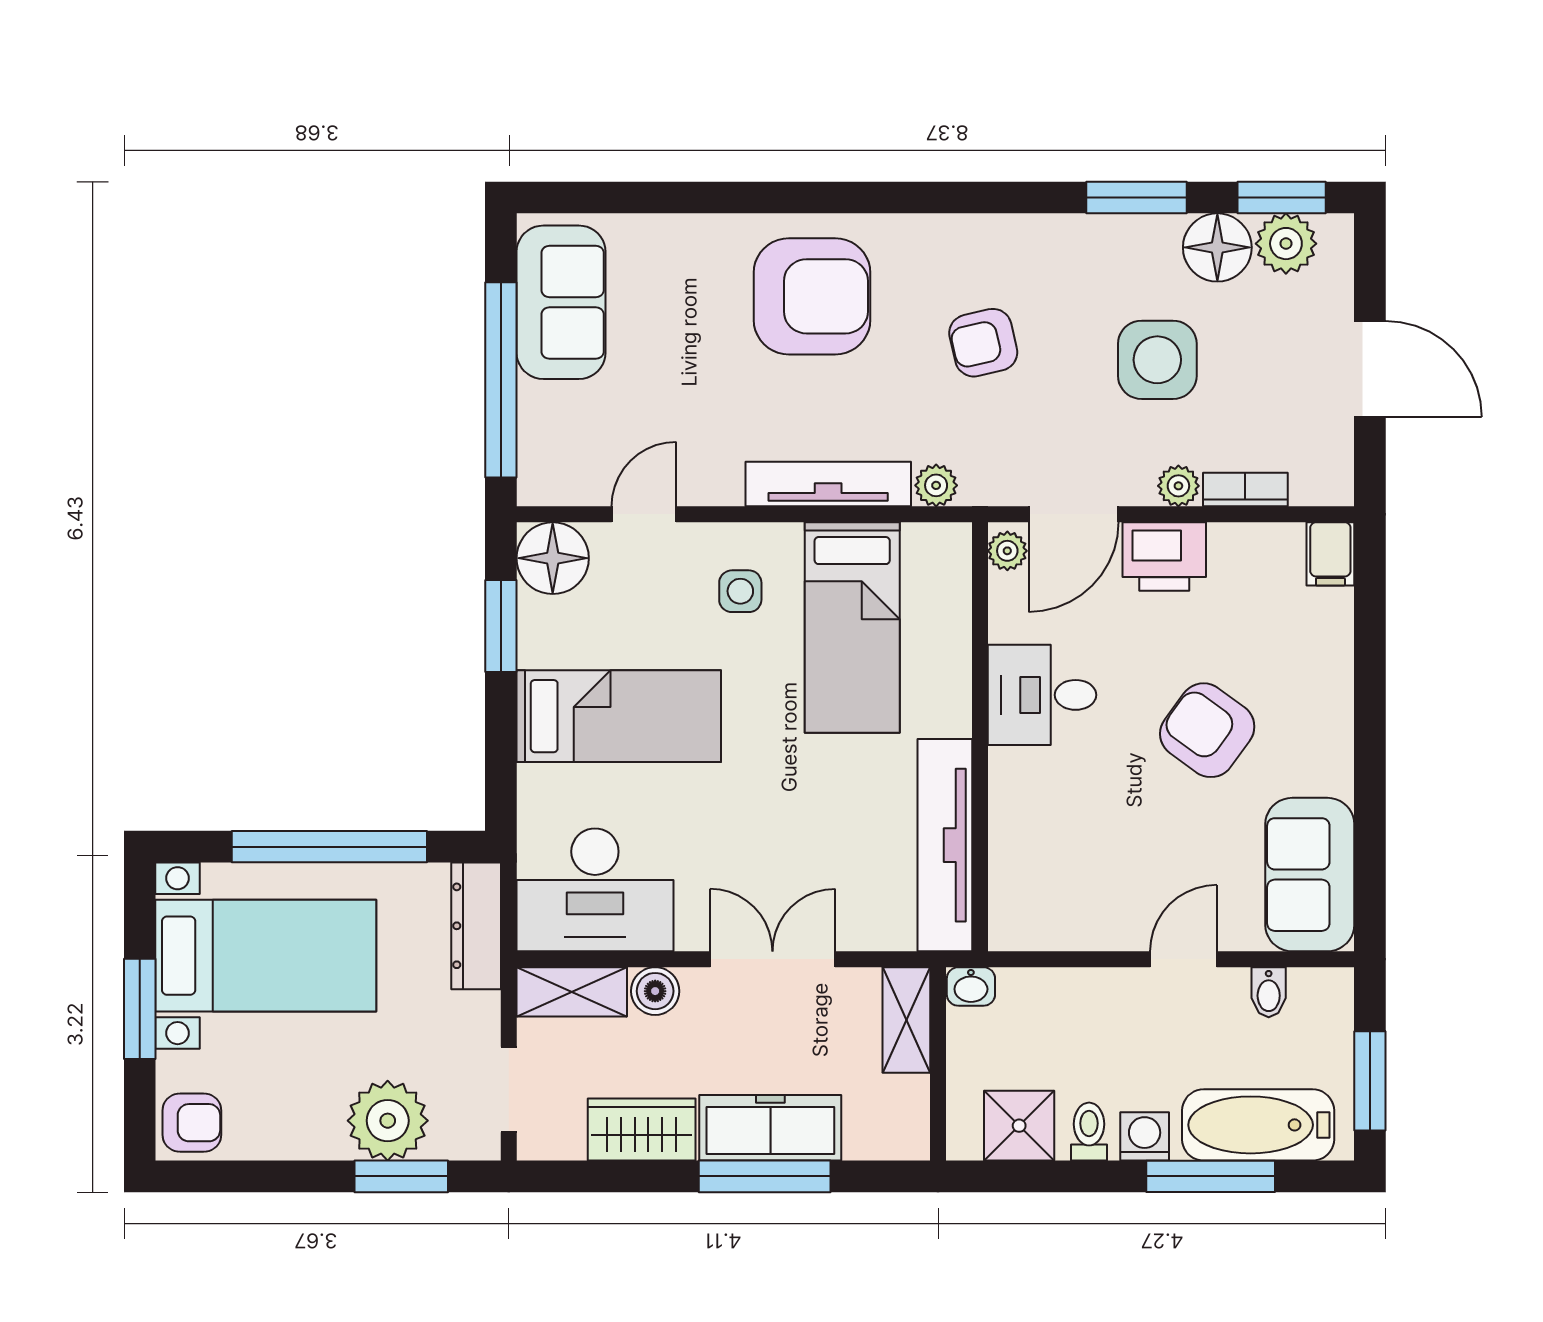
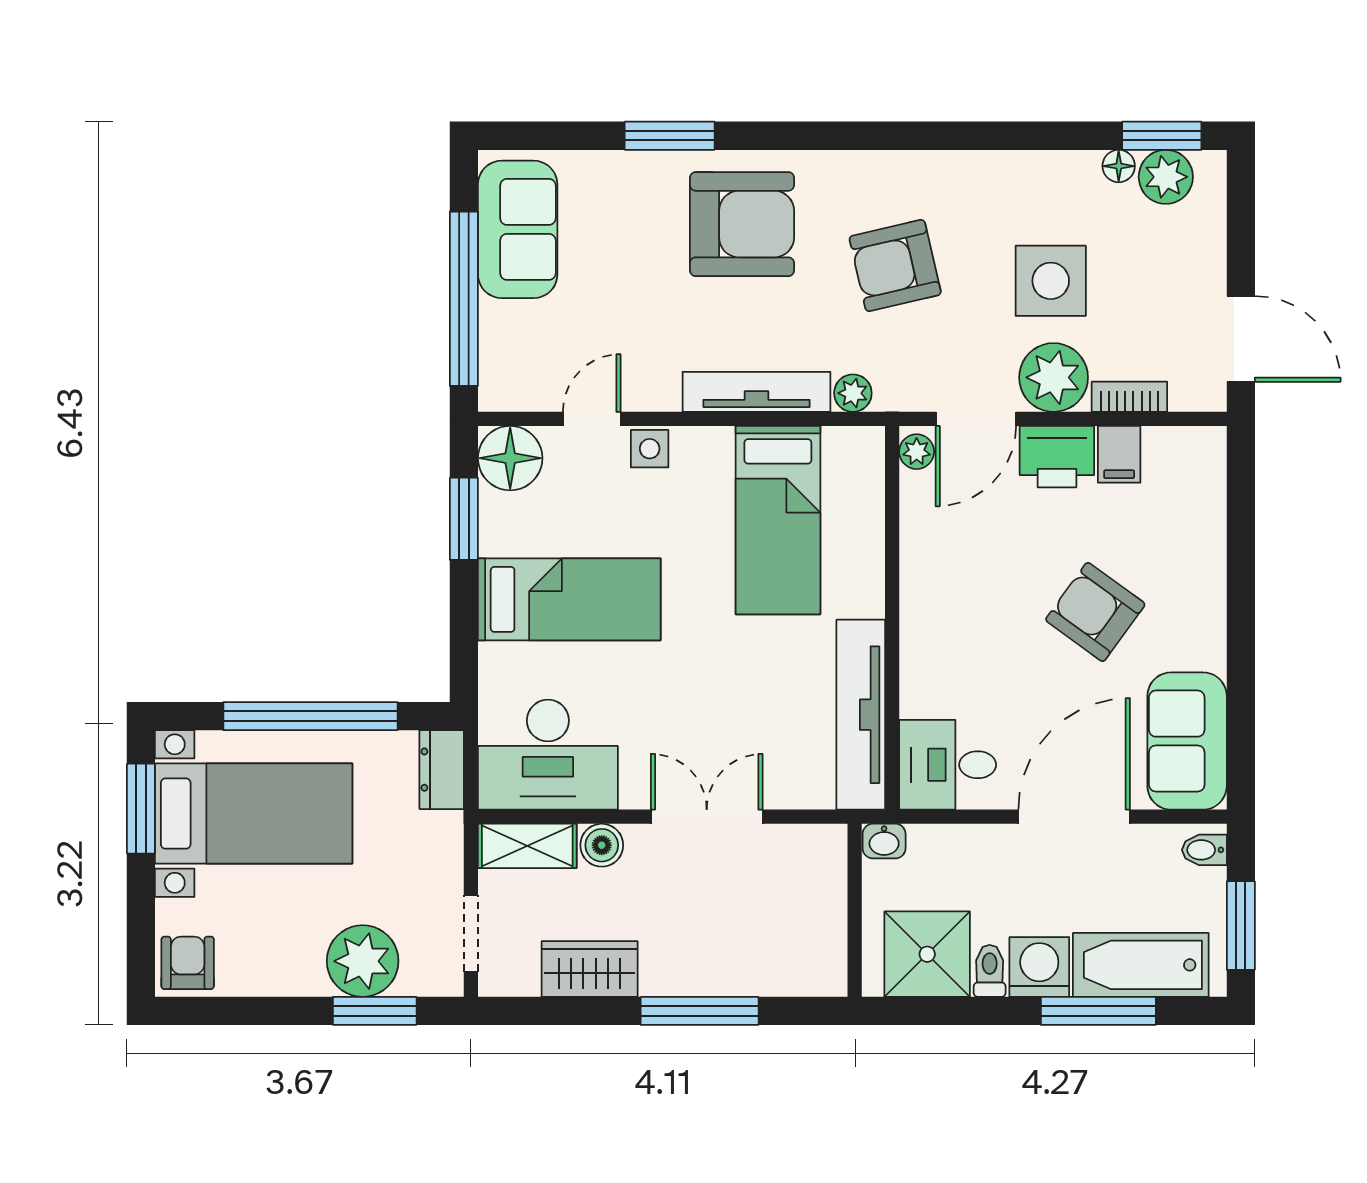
window: (1136, 198) -> (670, 136), moved
floor lamp: (1217, 247) -> (1119, 166), width x0.53, depth x0.53
armchair: (983, 343) -> (895, 266), width x1.38, depth x1.38
door: (1370, 369) -> (1241, 339), moved
plant: (1178, 486) -> (1054, 377), width x1.88, depth x1.88
filing cabinet: (1330, 554) -> (1119, 454), moved
side table: (740, 591) -> (650, 449), moved
desk: (1042, 695) -> (948, 765), moved
dresser: (476, 926) -> (442, 770), width x0.70
door: (1183, 959) -> (1074, 817), width x1.88
bidet: (1269, 992) -> (1204, 850), moved, turned 90
window: (140, 1009) -> (141, 809), moved
shelving: (906, 1020) -> (826, 871), removed
armchair: (192, 1123) -> (188, 963), turned -90
shower: (1019, 1126) -> (927, 954), width x1.36, depth x1.36
freezer: (770, 1128) -> (705, 967), removed
washing machine: (1145, 1136) -> (1039, 967), width x1.38, depth x1.38

